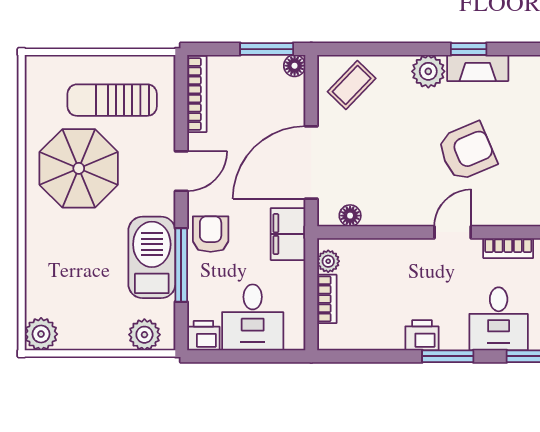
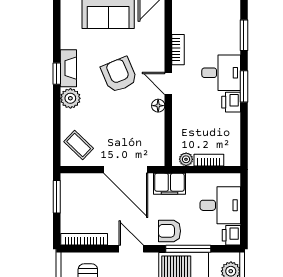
floor lamp: (295, 66) -> (67, 180), removed
floor lamp: (350, 216) -> (158, 106), moved
desk: (499, 319) -> (221, 73), moved

